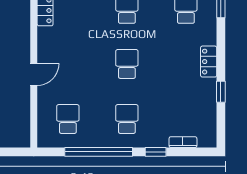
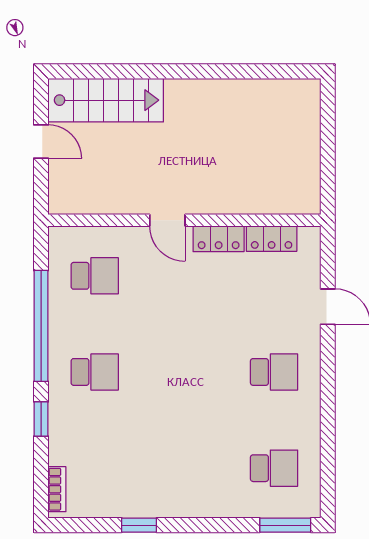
locker: (209, 62) -> (219, 239), moved, turned 180
school desk: (127, 64) -> (184, 372), removed
bookcase: (183, 142) -> (57, 489), moved

